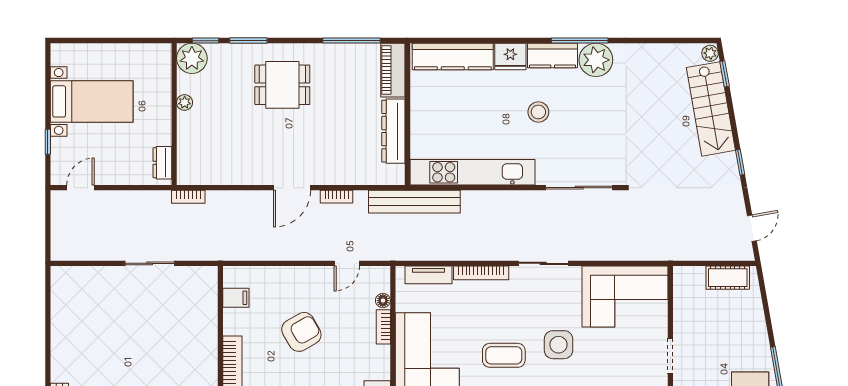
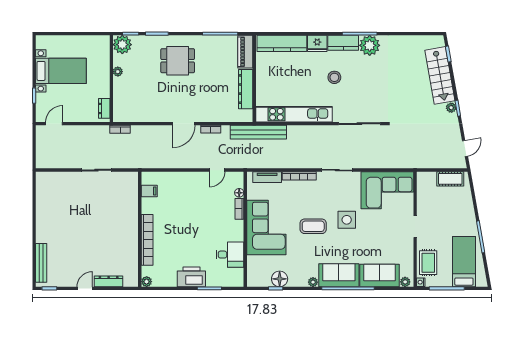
plant: (710, 53) -> (451, 108), moved
armchair: (301, 332) -> (189, 212), removed

